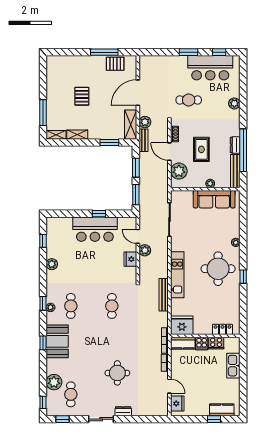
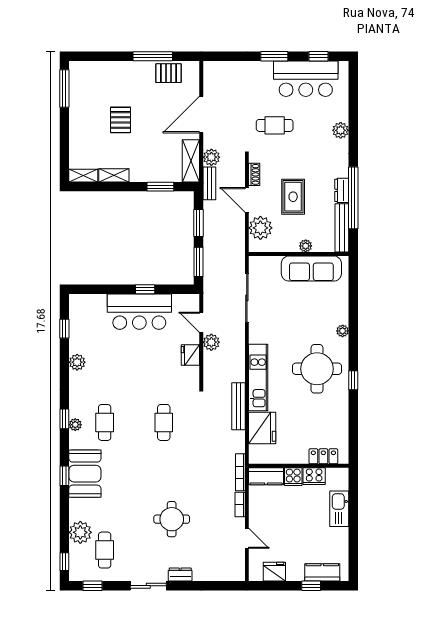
window: (43, 113) -> (64, 89), moved
fridge: (182, 325) -> (262, 428), moved, turned 90
fridge: (177, 404) -> (274, 572), moved, turned -90

